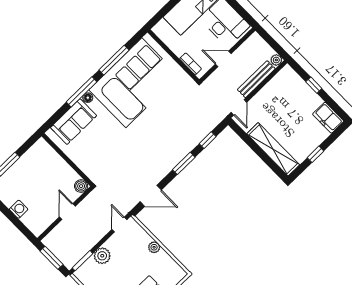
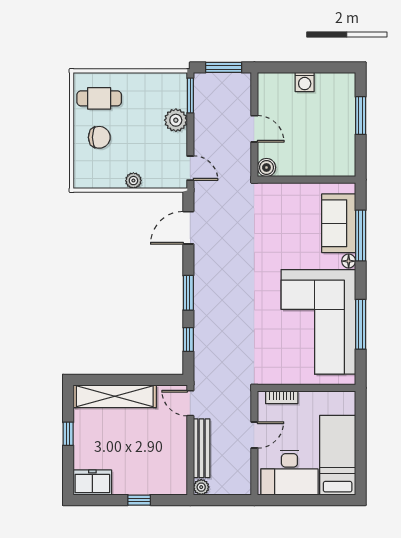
window: (81, 92) -> (361, 236), moved

